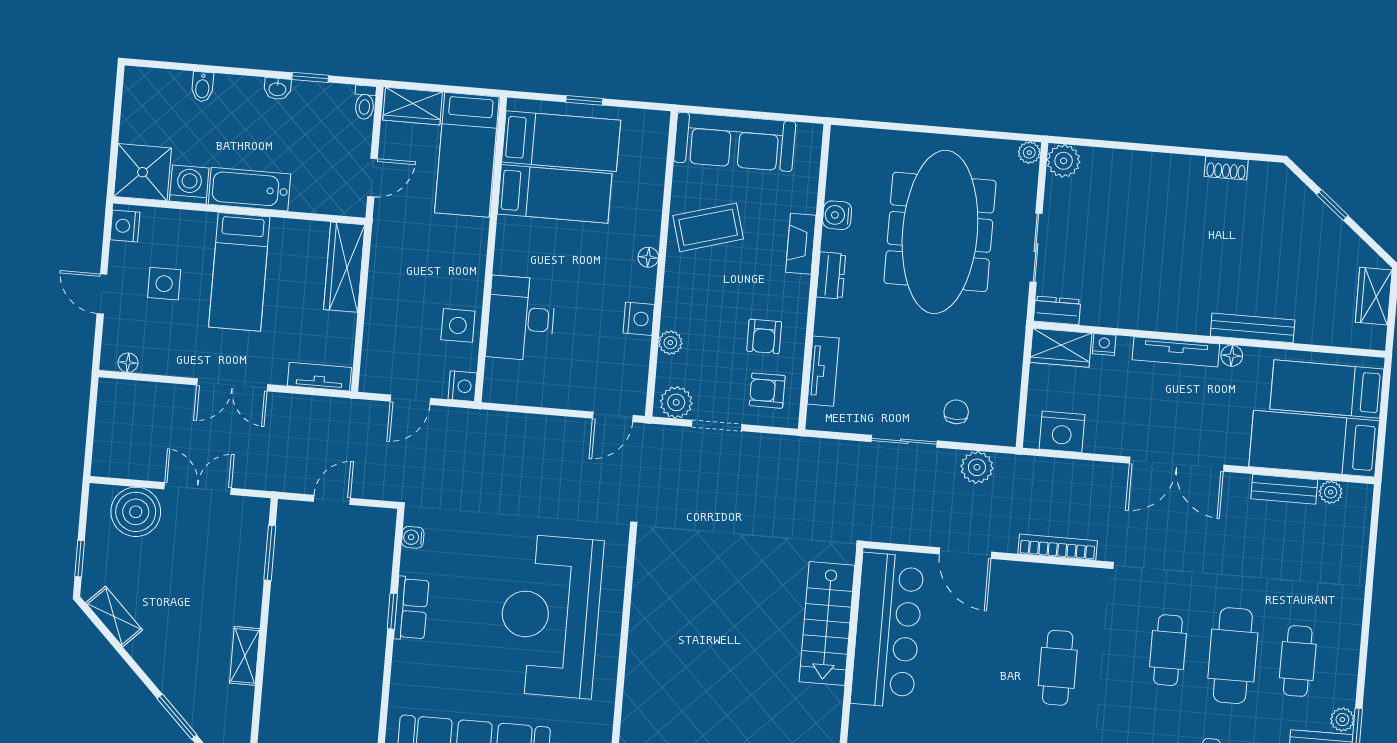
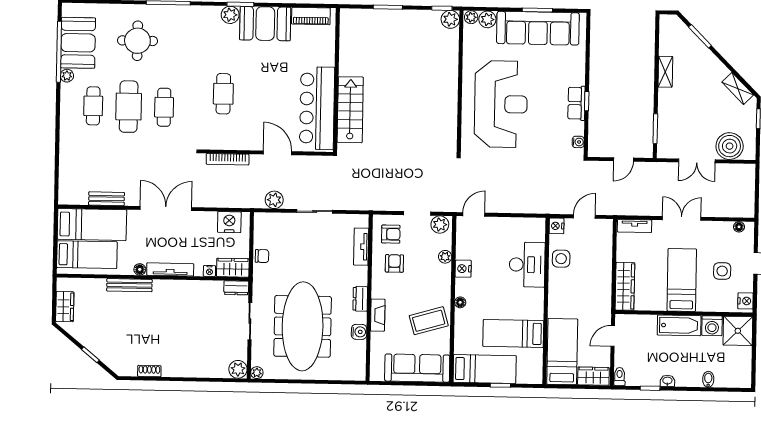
bed: (561, 141) -> (485, 369), moved, turned 180
chair: (956, 412) -> (262, 256), moved, turned -90
plant: (1331, 492) -> (81, 199), removed

